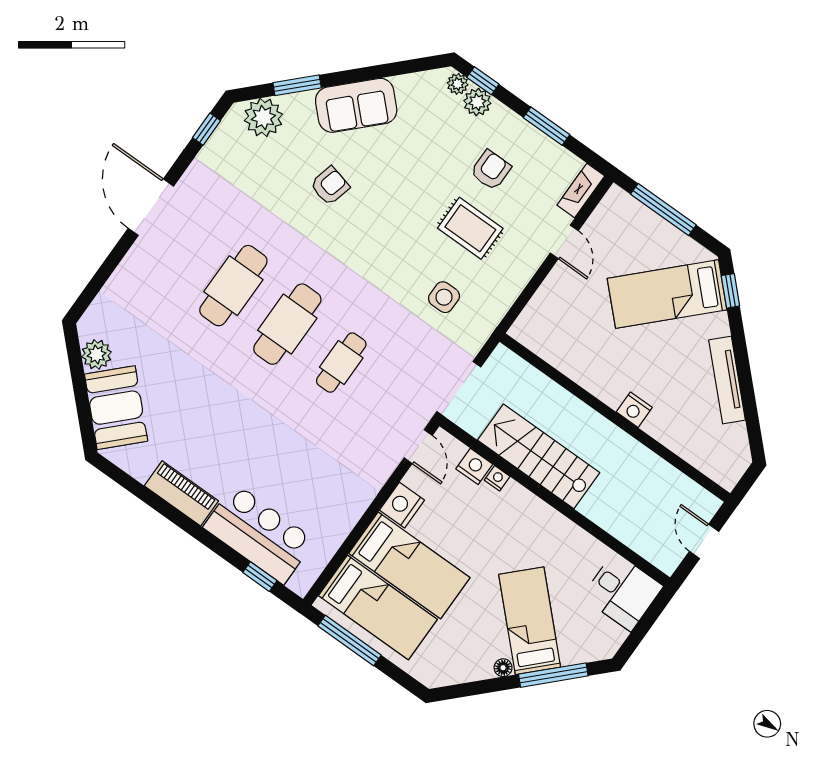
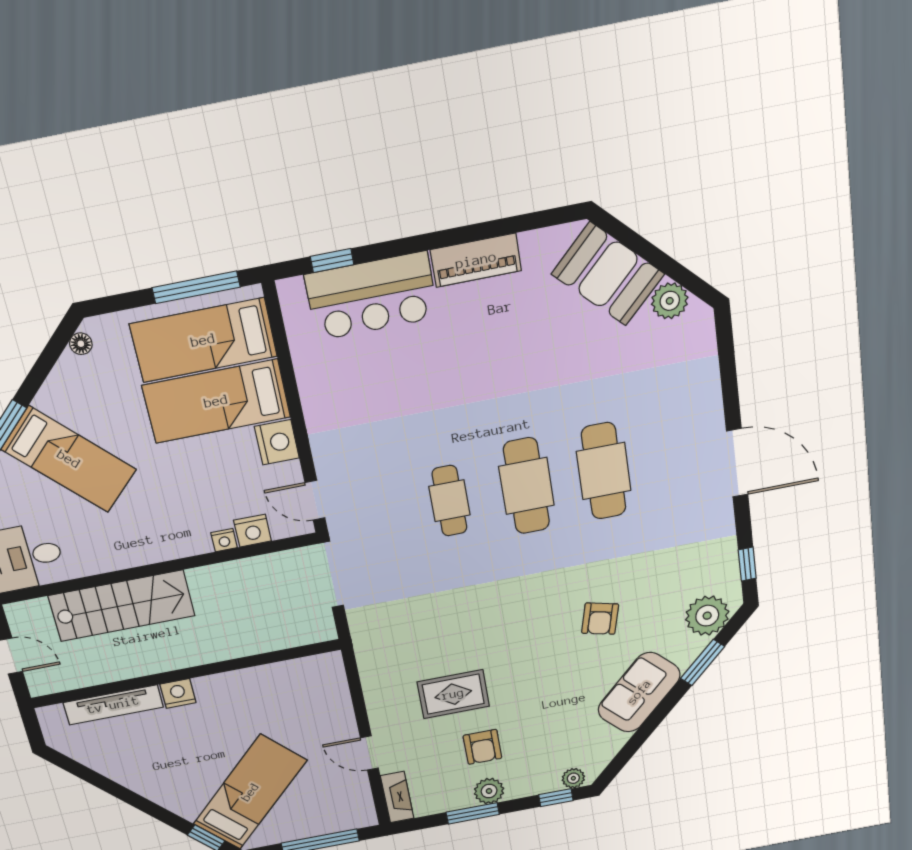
plant: (477, 102) -> (489, 791), moved
side table: (444, 297) -> (419, 628), removed
tv unit: (727, 380) -> (113, 705), moved, turned 135
stairs: (539, 456) -> (122, 606), moved
floor lamp: (503, 668) -> (81, 344), moved

